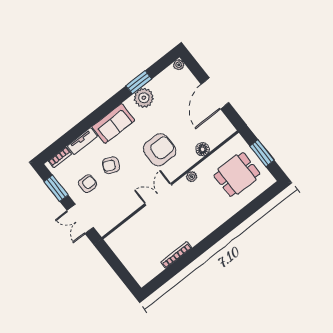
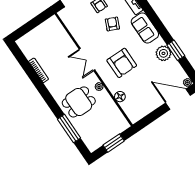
door: (215, 93) -> (178, 99), moved
dining table: (237, 174) -> (79, 102), moved, turned 90
double door: (158, 194) -> (87, 59), swing flipped
window: (248, 211) -> (69, 129), added

